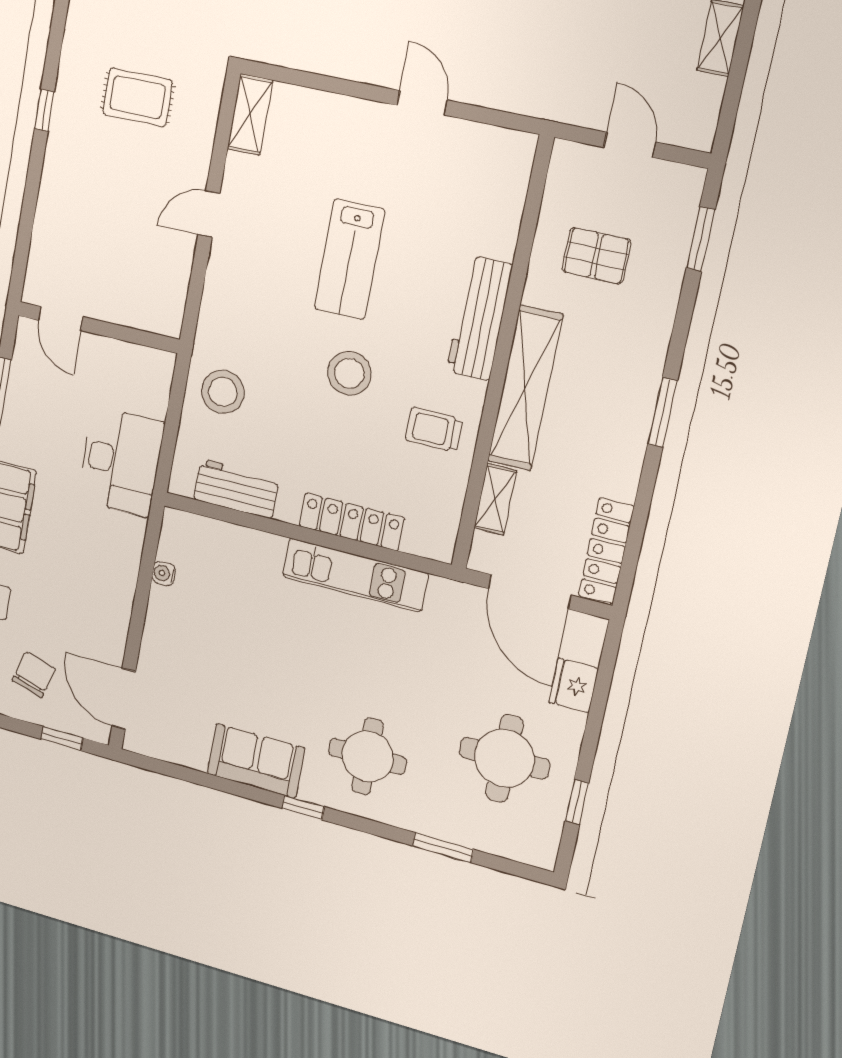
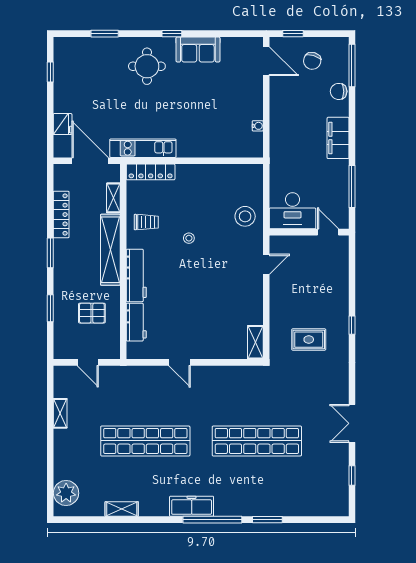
door: (209, 214) -> (266, 264), moved
window: (701, 239) -> (50, 308), moved
lab bench: (349, 259) -> (199, 288), removed
stool: (349, 373) -> (189, 238), width x0.53, depth x0.53
desk: (121, 461) -> (293, 211), moved, turned -90
workbench: (236, 489) -> (136, 322), moved, turned -90
locker: (352, 522) -> (151, 172), moved
locker: (606, 551) -> (61, 215), moved
kitchen unit: (355, 575) -> (143, 148), moved
round table: (504, 758) -> (86, 83), removed

